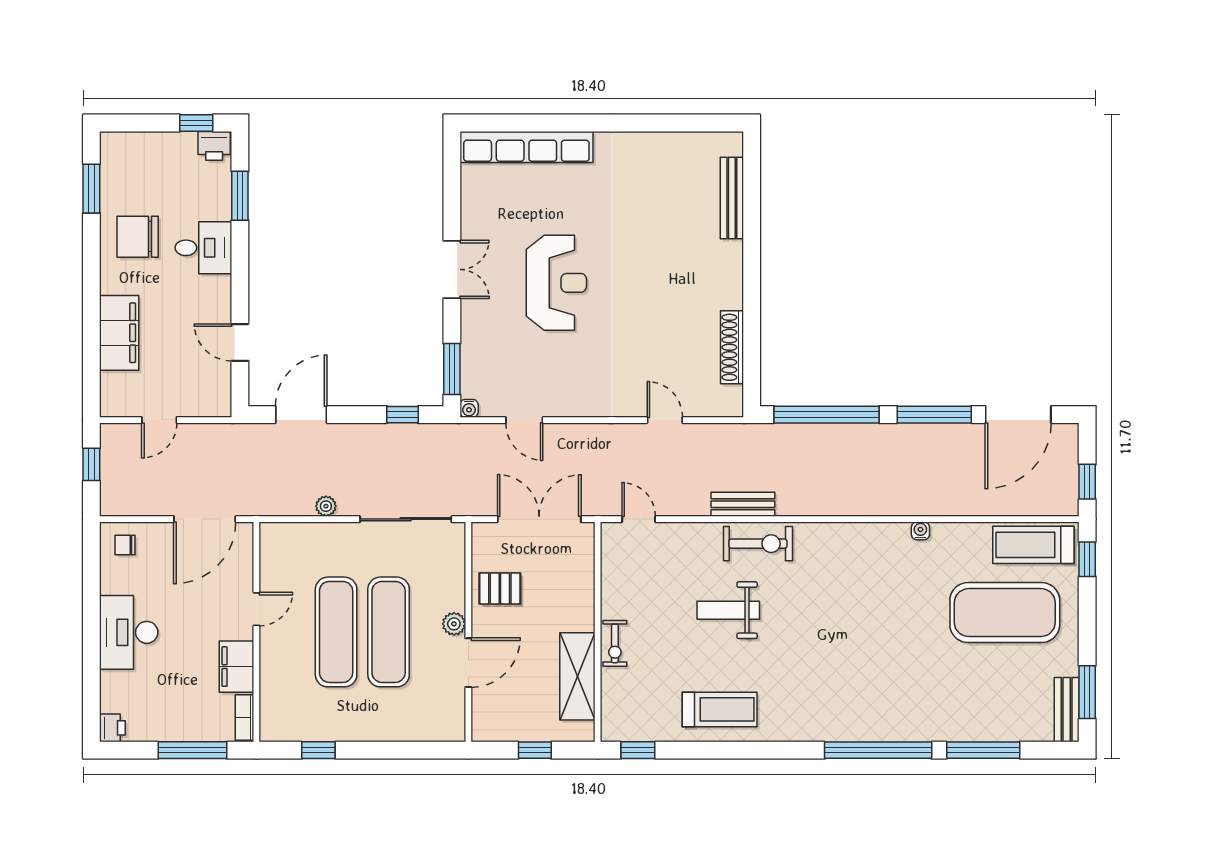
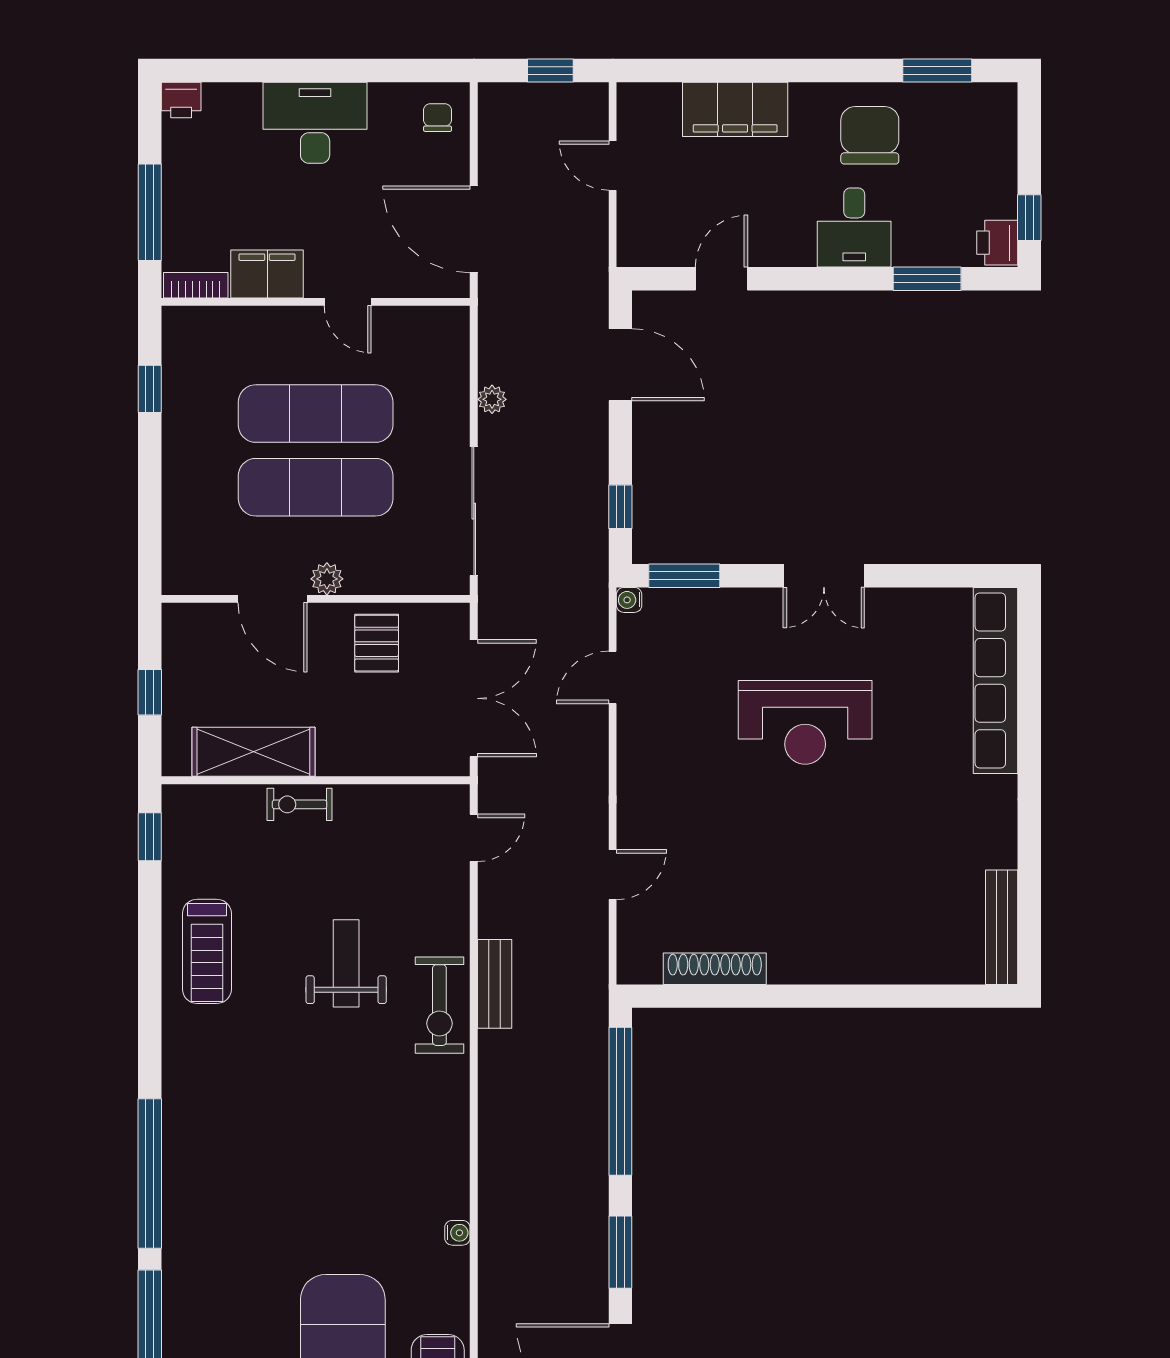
bench: (732, 198) -> (1002, 927), moved, turned 90
window: (934, 415) -> (620, 1252), width x0.69

